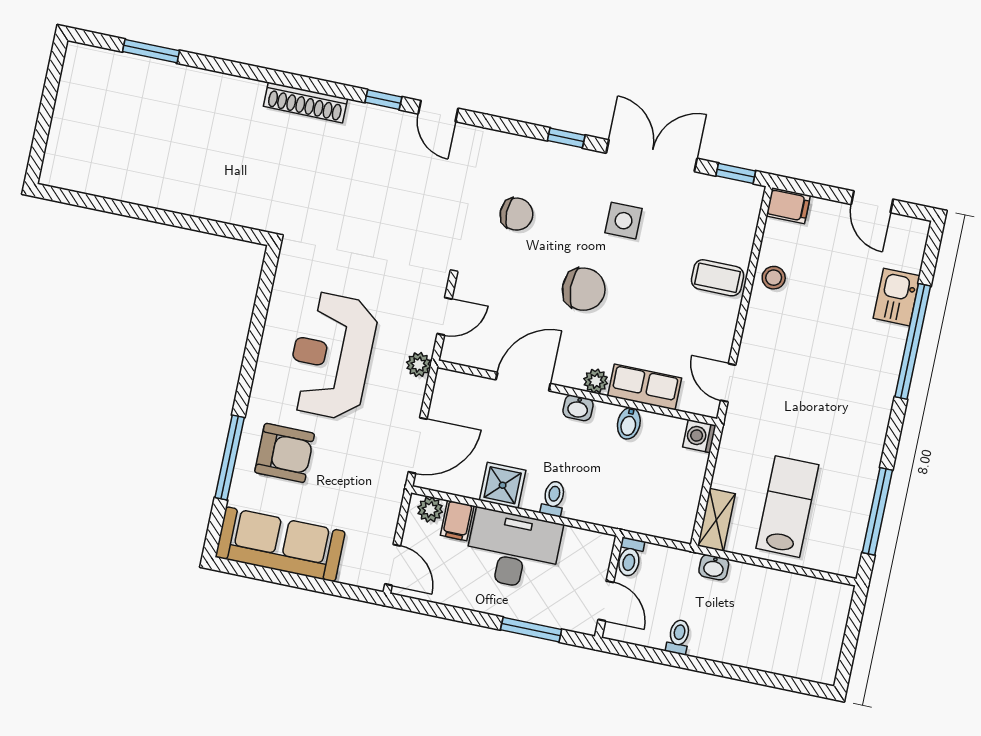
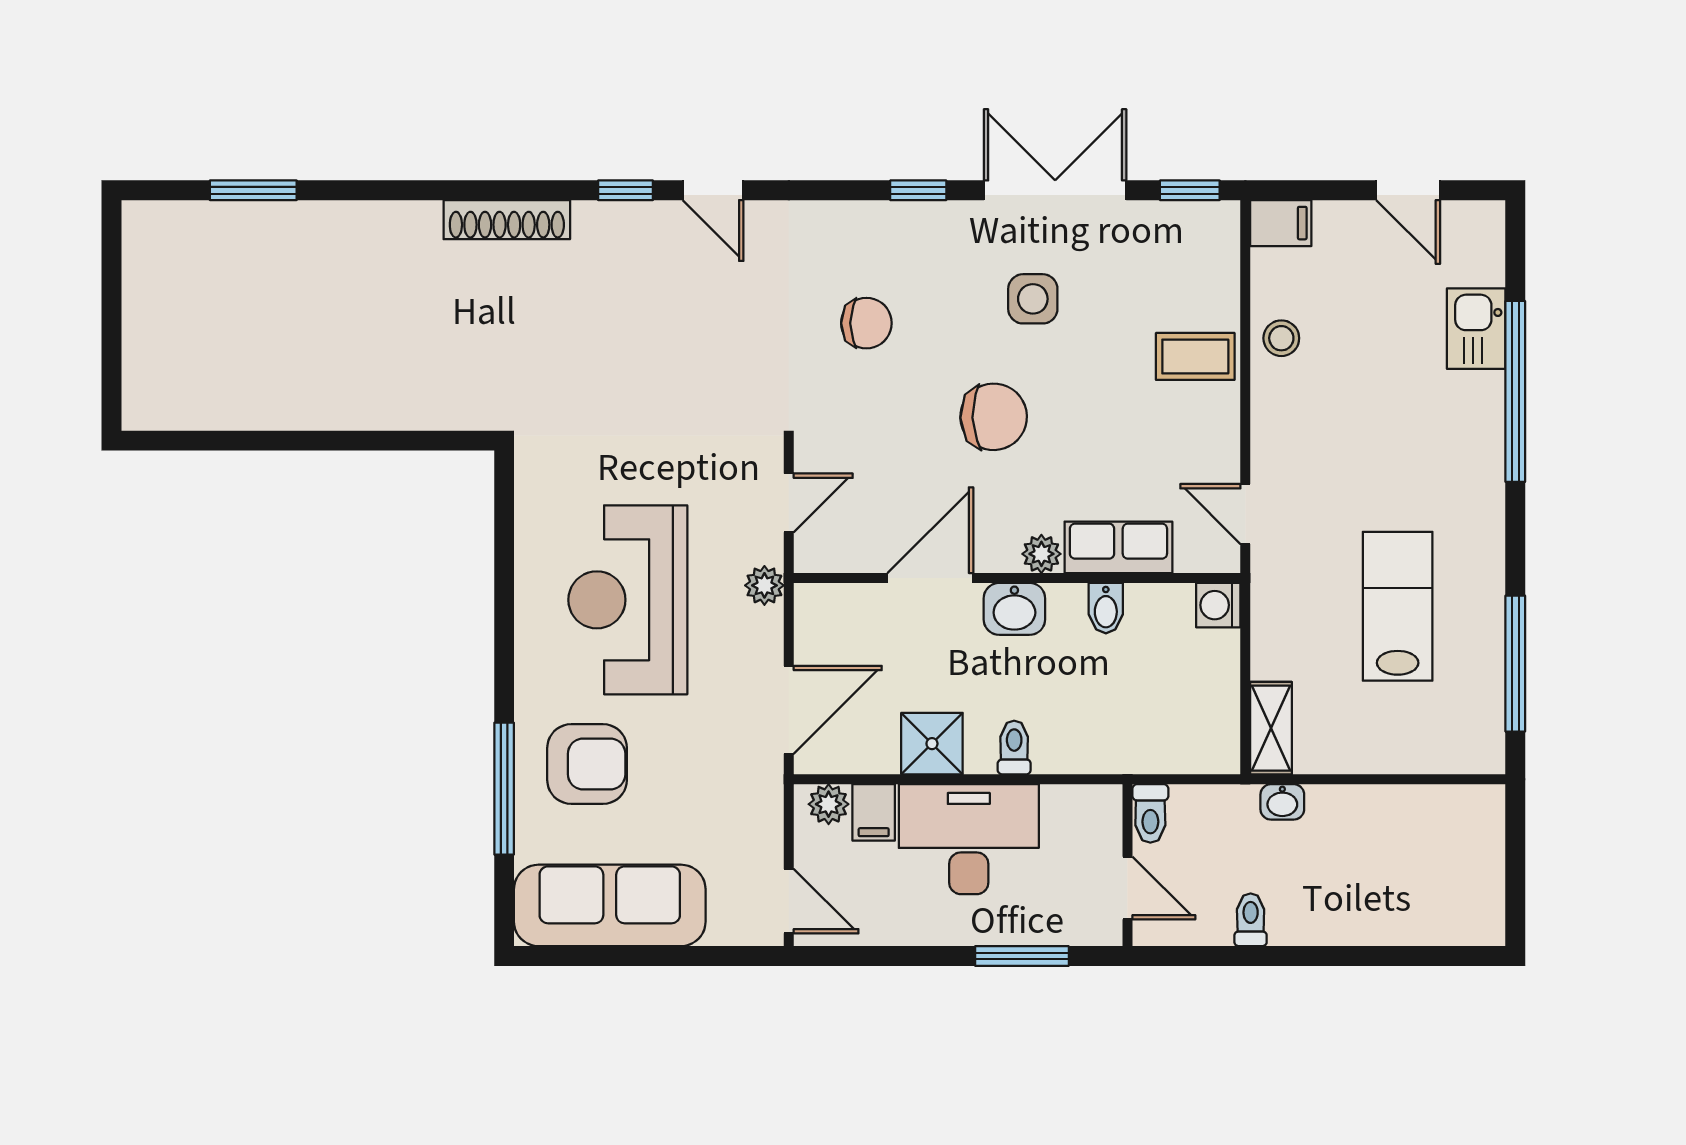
washbasin: (578, 408) -> (1014, 609), width x1.38, depth x1.45
lab bench: (787, 507) -> (1398, 606), moved

